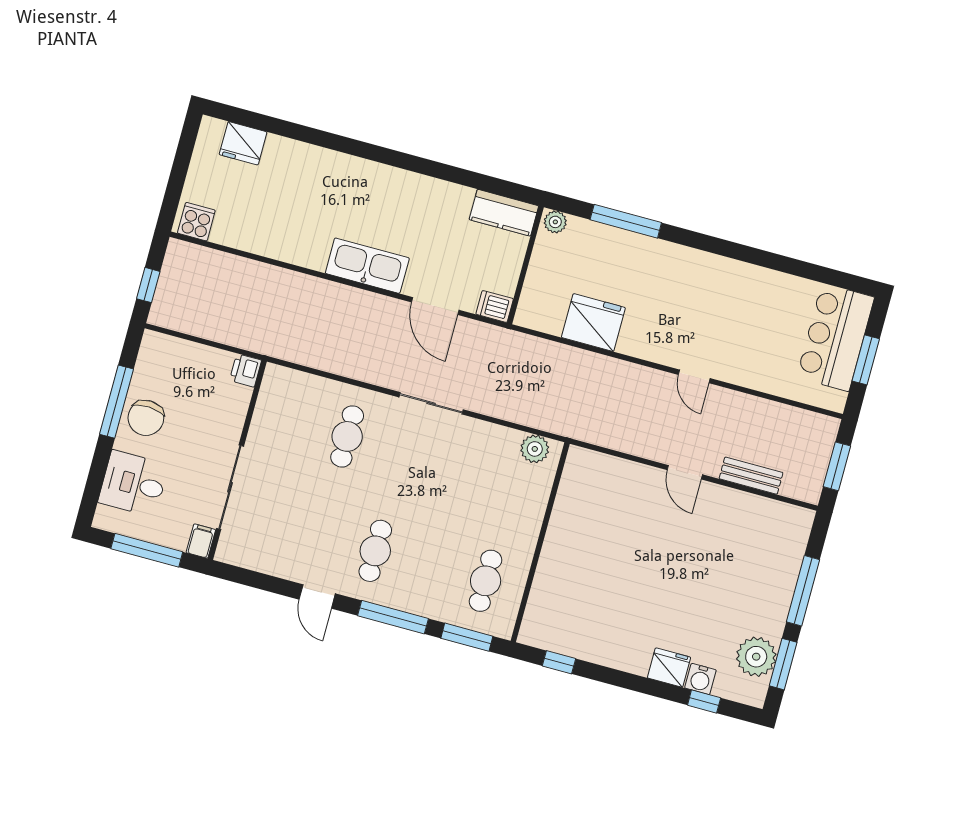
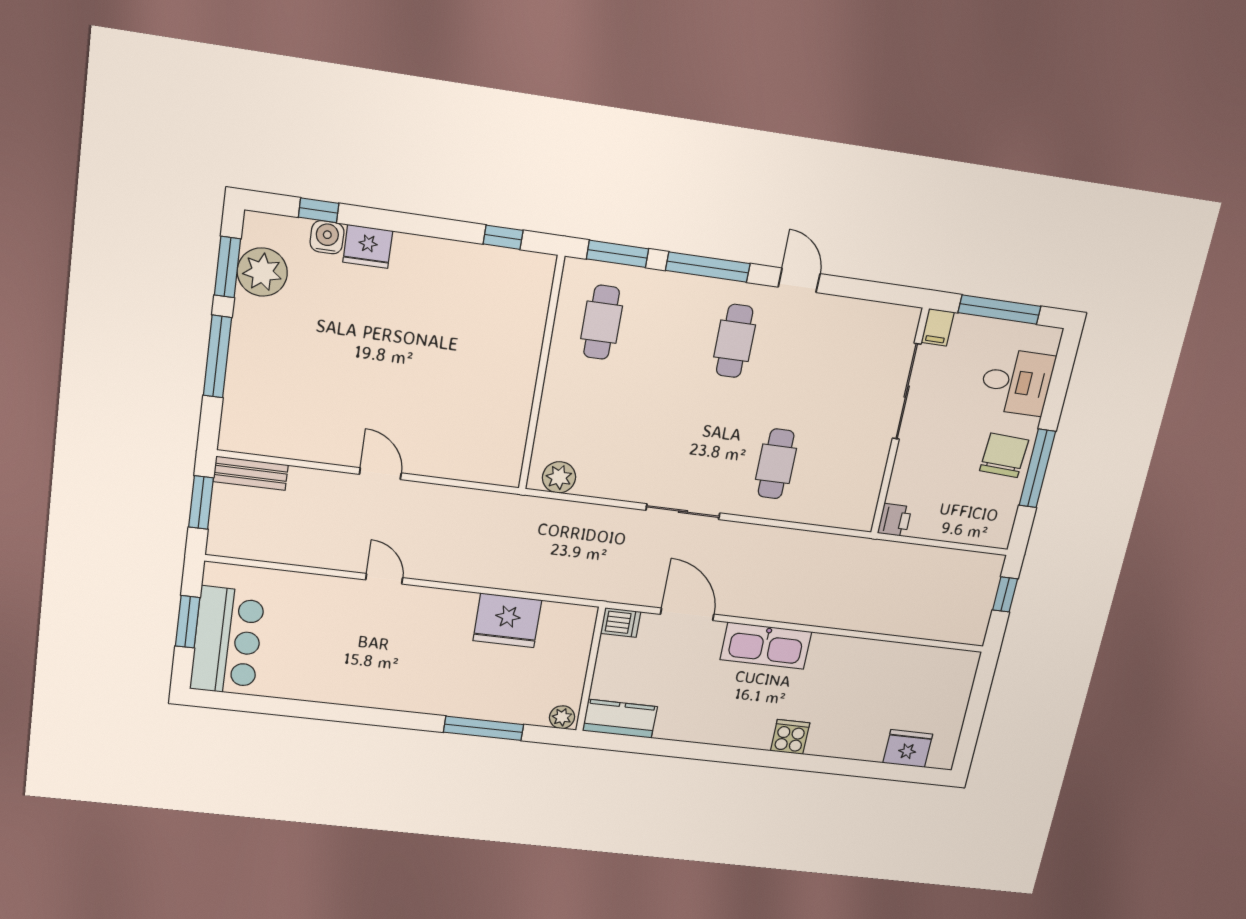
cooker: (196, 222) -> (790, 737), moved, turned 180
bench: (751, 476) -> (251, 473), moved

